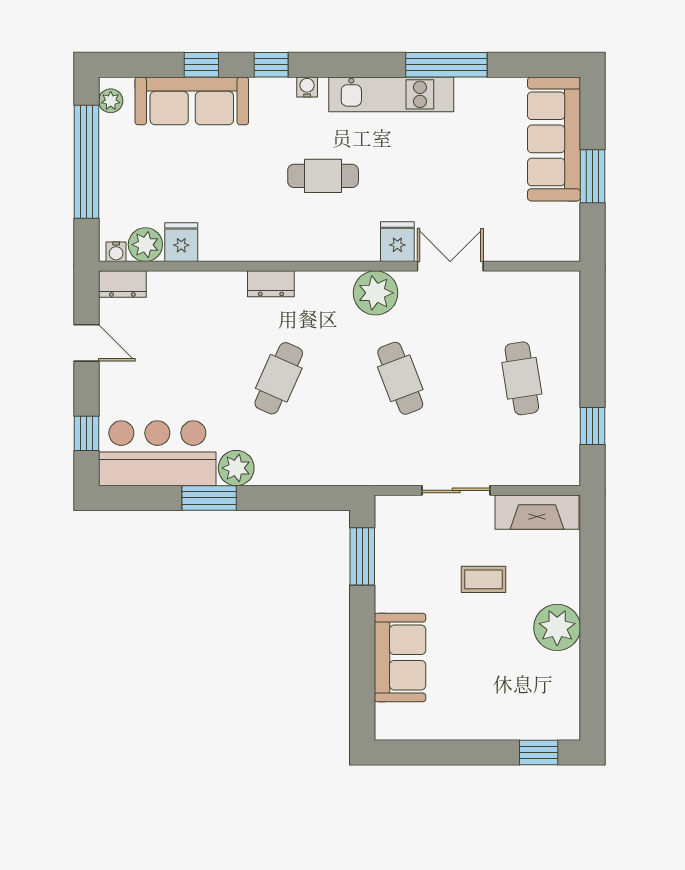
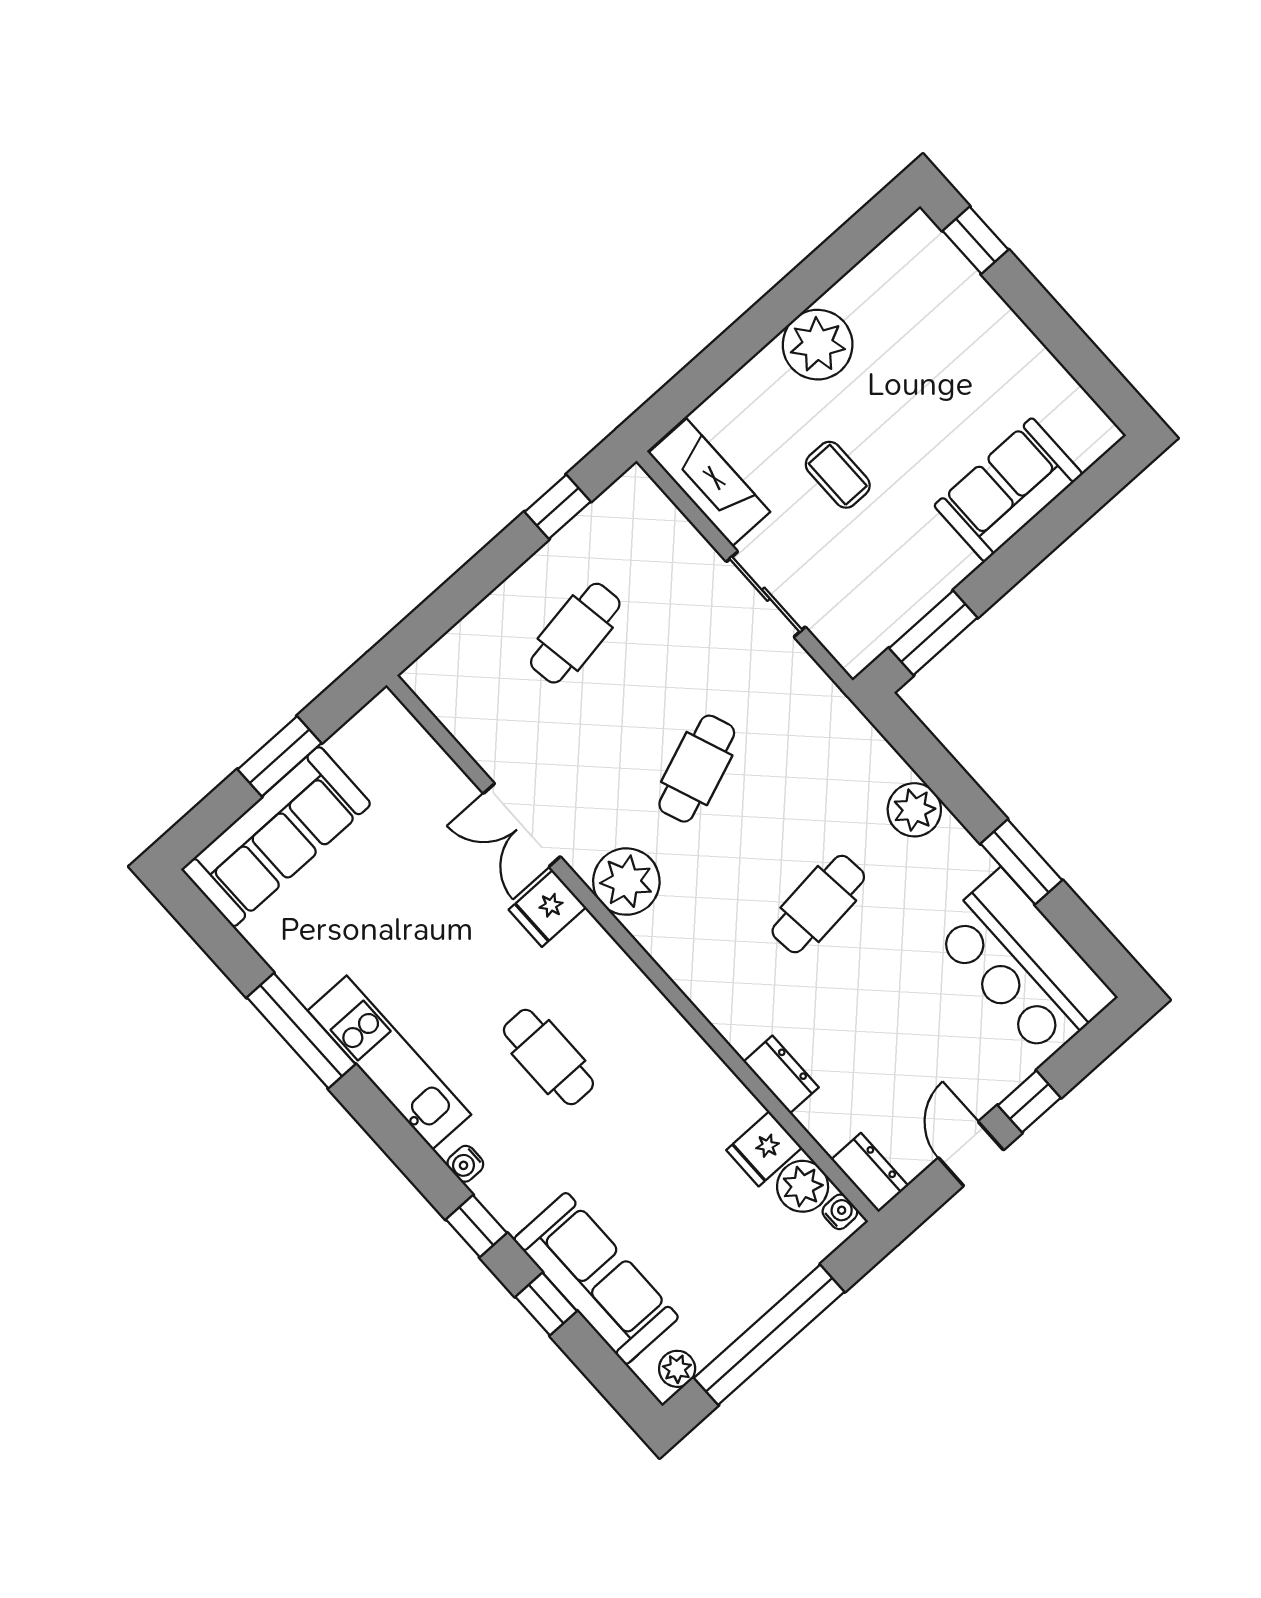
dresser: (271, 284) -> (781, 1074), moved
cafe table: (279, 378) -> (818, 904), turned -30
window: (86, 433) -> (1029, 1102), moved
plant: (236, 468) -> (914, 810), moved

